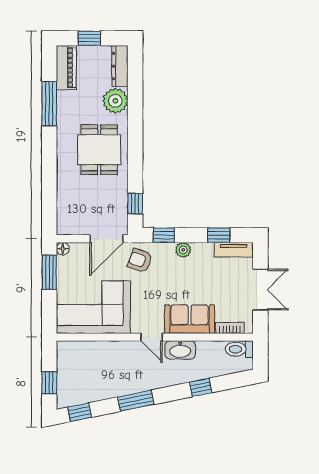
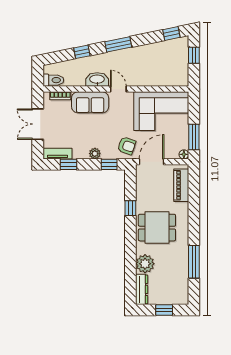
piano: (66, 68) -> (181, 185), moved
dining table: (99, 150) -> (157, 228), turned 90
window: (135, 204) -> (130, 208), moved
window: (136, 401) -> (118, 44), moved

